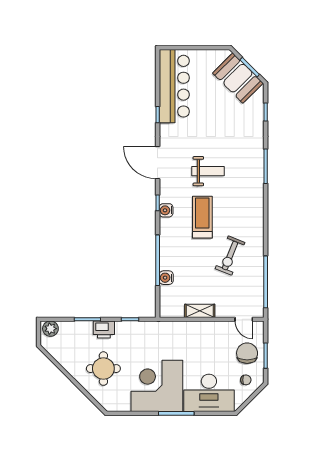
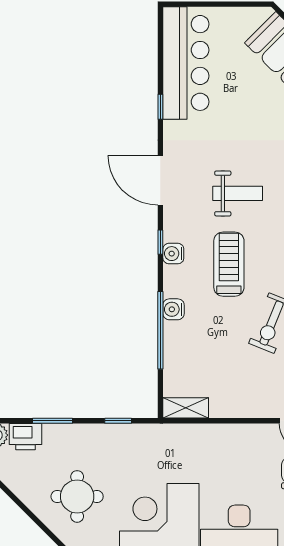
water cooler: (166, 278) -> (174, 309), moved
shelving: (200, 311) -> (186, 408), moved
printer: (104, 330) -> (26, 437), moved

